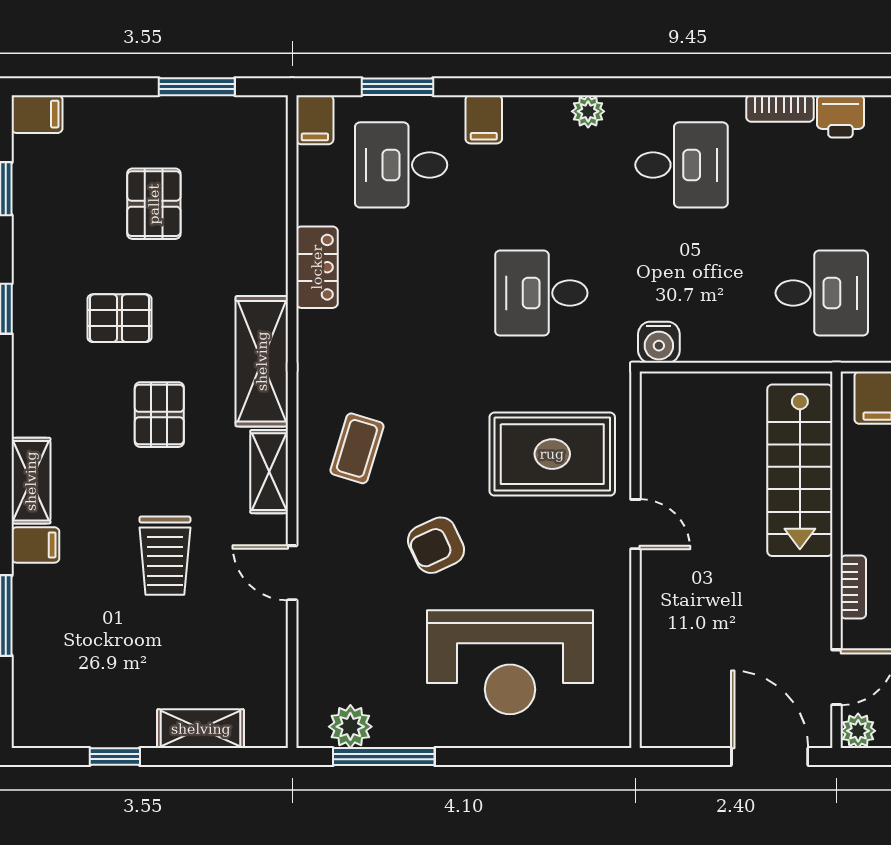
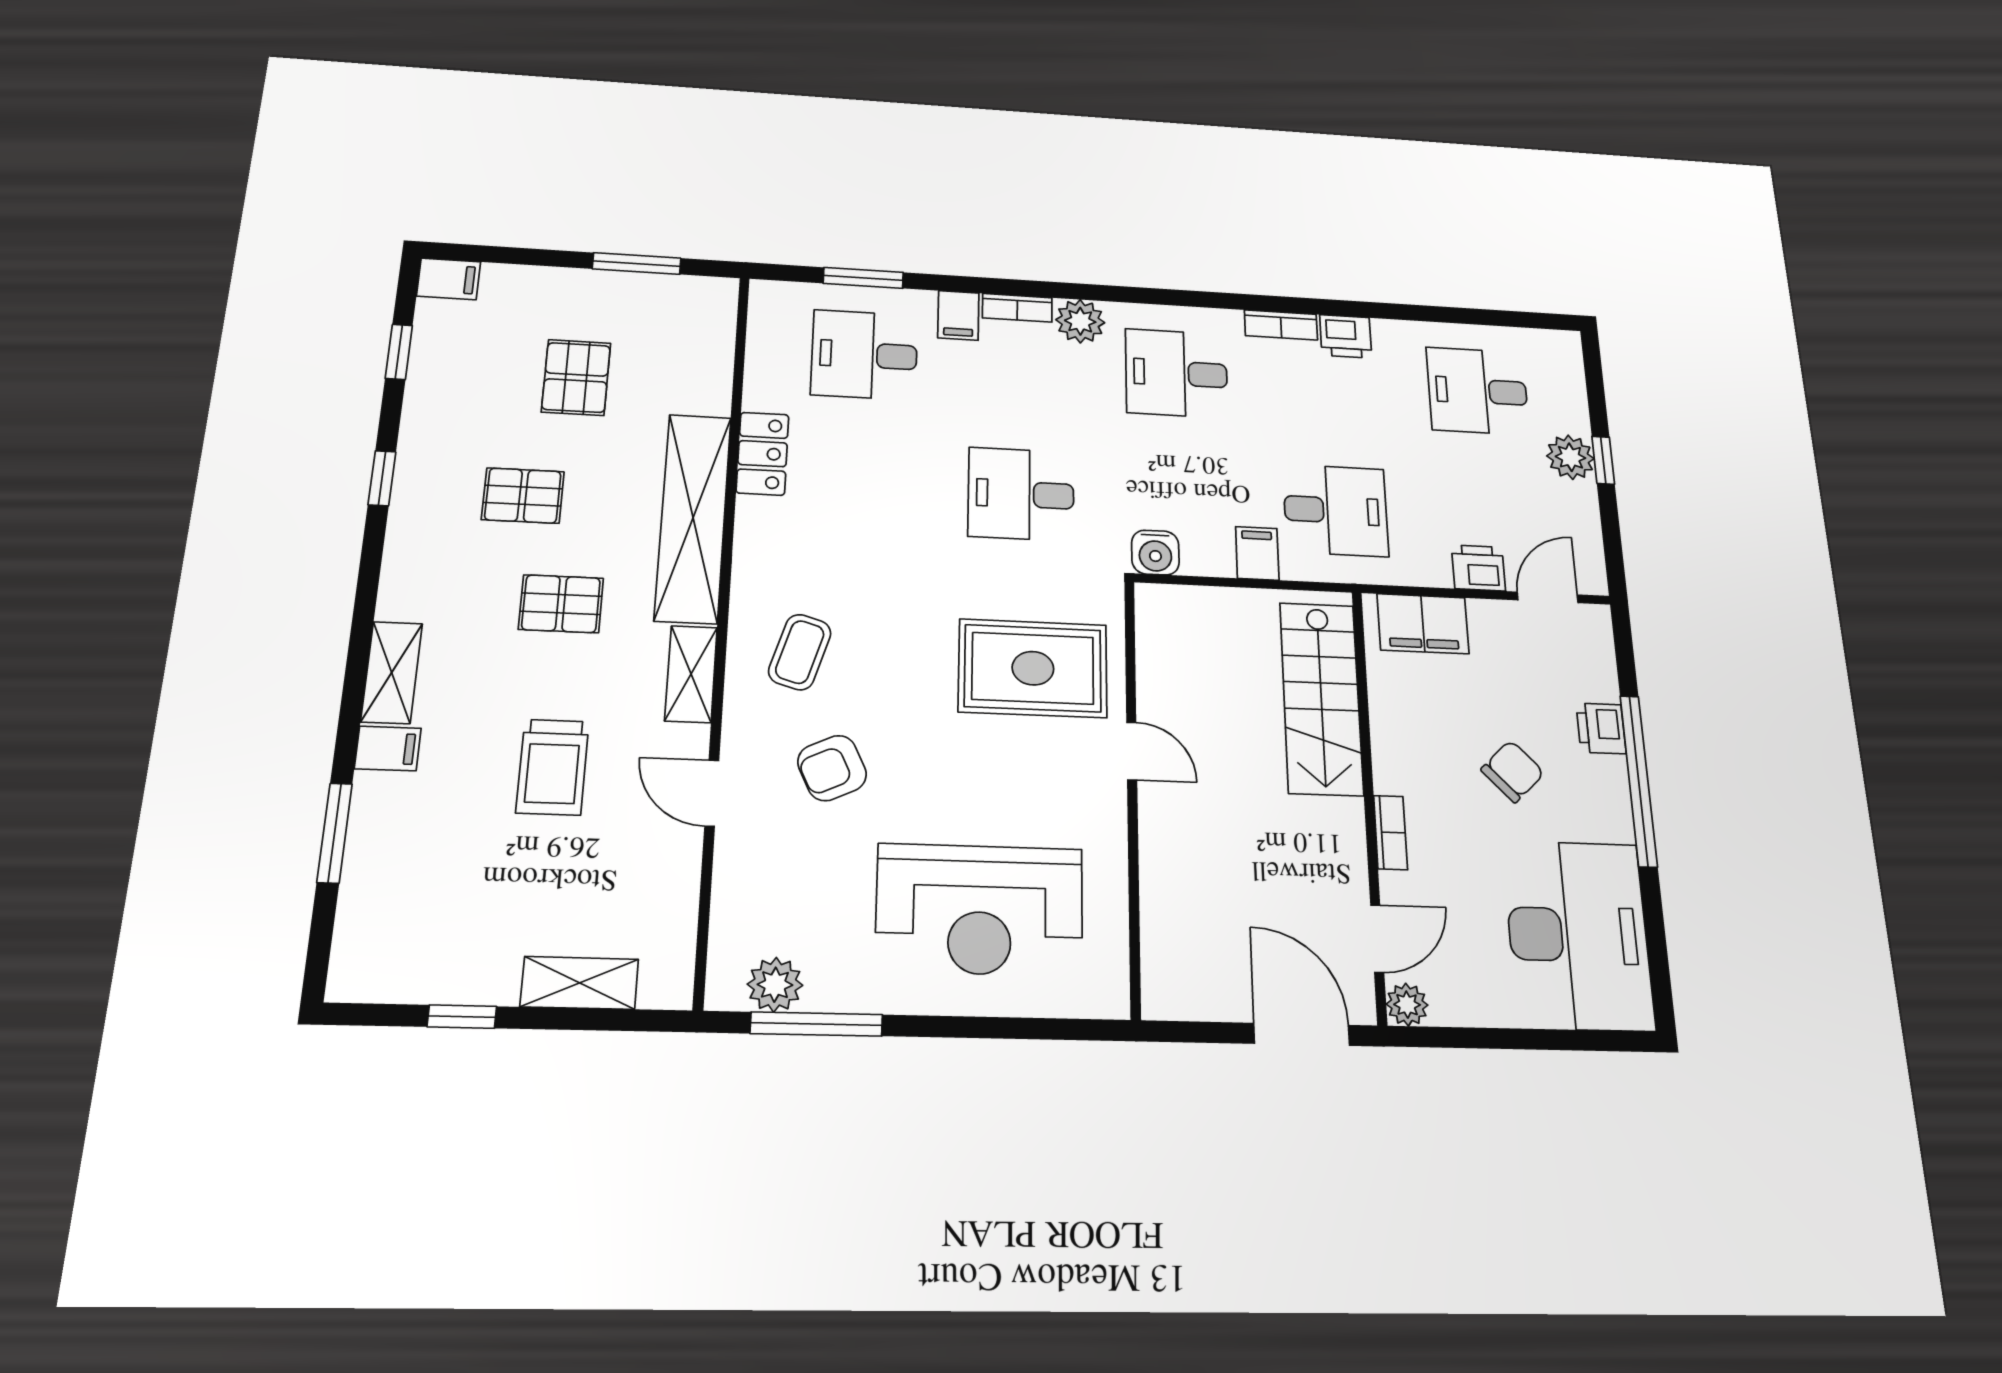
bookcase: (537, 108) -> (1017, 308), added
plant: (588, 111) -> (1080, 321), width x1.38, depth x1.38
filing cabinet: (315, 120) -> (1257, 553), moved, turned 180
desk: (682, 165) -> (1176, 373), turned 180
shelving: (262, 361) -> (693, 518), width x1.47
pallet: (159, 415) -> (561, 604), turned 90
armchair: (436, 545) -> (832, 768), moved

